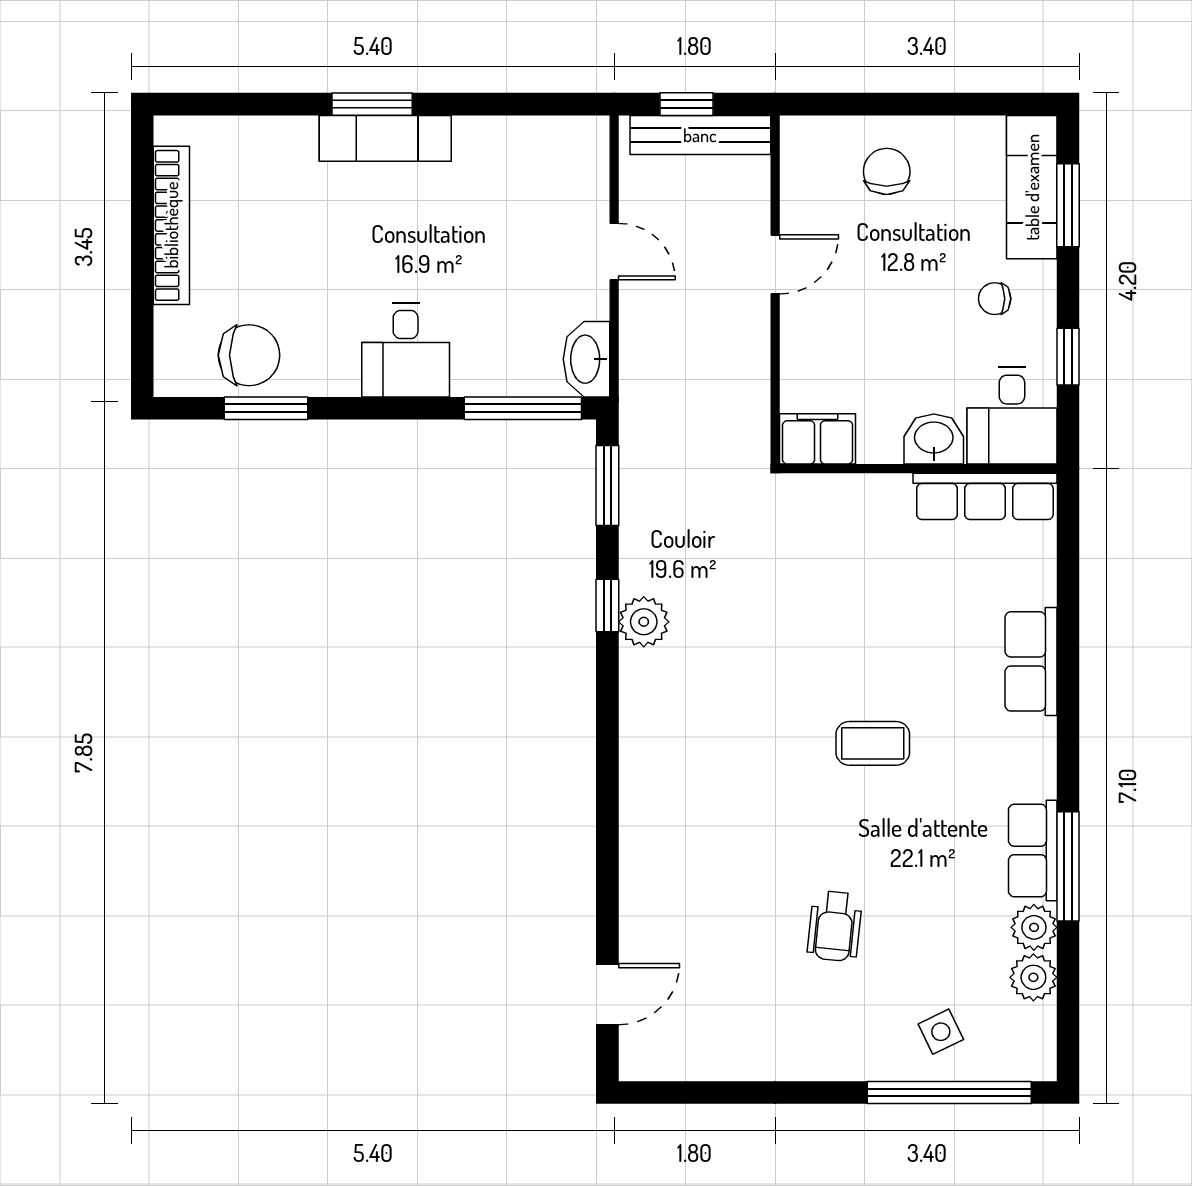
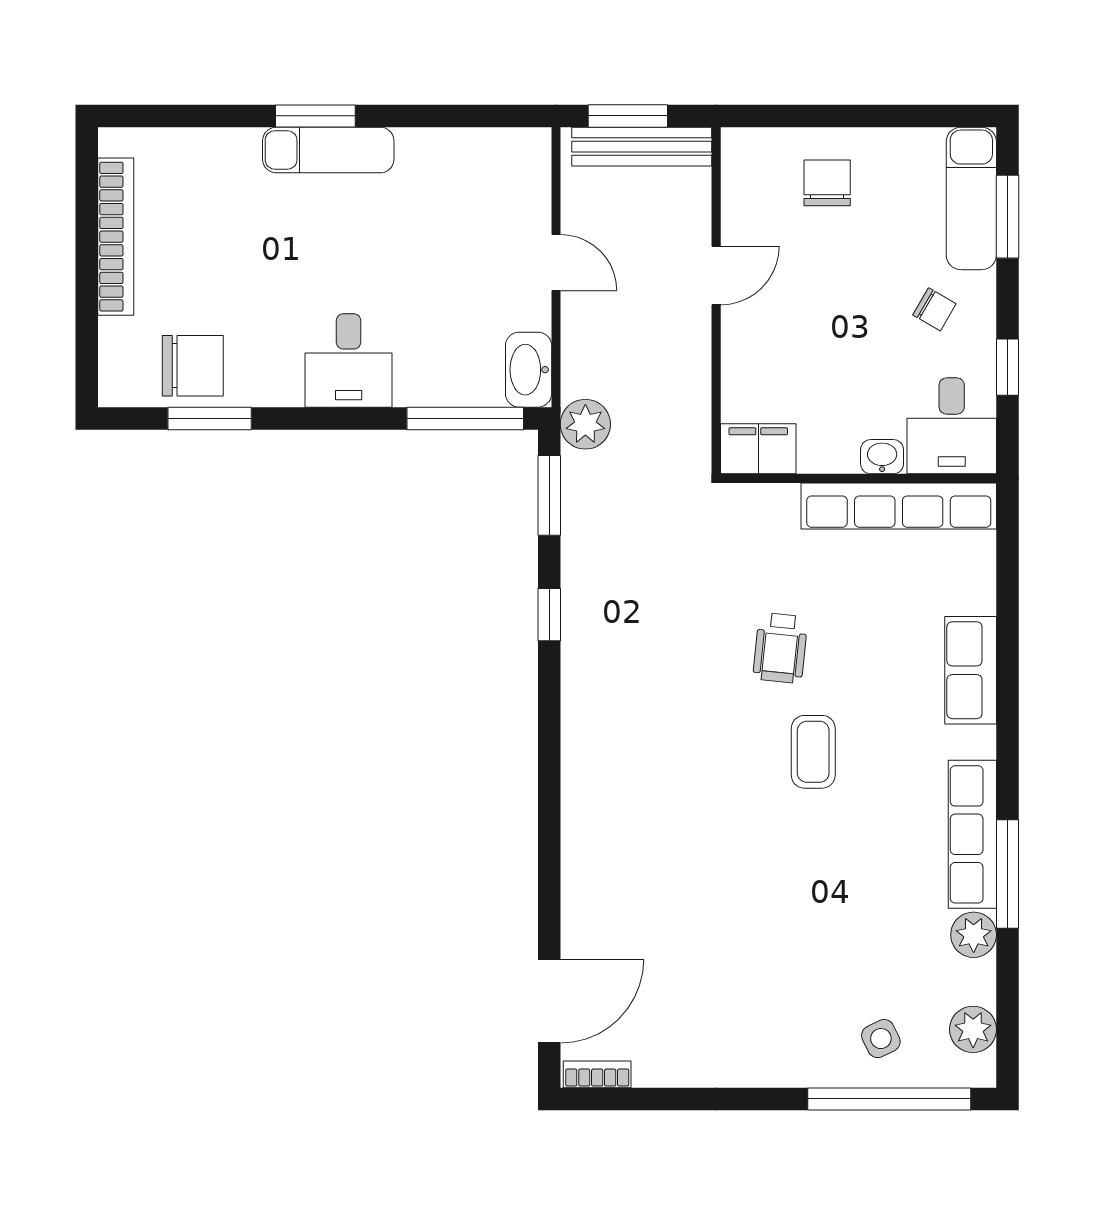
window: (686, 104) -> (628, 116), width x1.50
chair: (995, 299) -> (934, 309), turned -150
washbasin: (934, 439) -> (882, 457), width x0.72, depth x0.69
row of seats: (985, 496) -> (899, 506), width x1.36
plant: (644, 622) -> (585, 424), moved
coffee table: (873, 743) -> (813, 752), turned 90
row of seats: (1033, 850) -> (972, 834), width x1.48
wheelchair: (835, 926) -> (780, 648), moved
plant: (1033, 977) -> (973, 1029), moved
door: (607, 994) -> (549, 1001), width x1.38
bookcase: (656, 1068) -> (597, 1074), added

